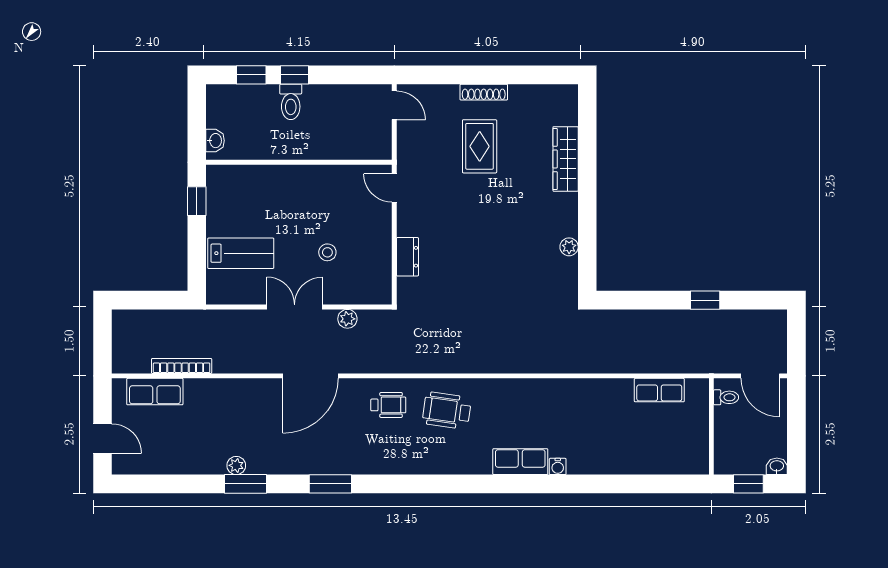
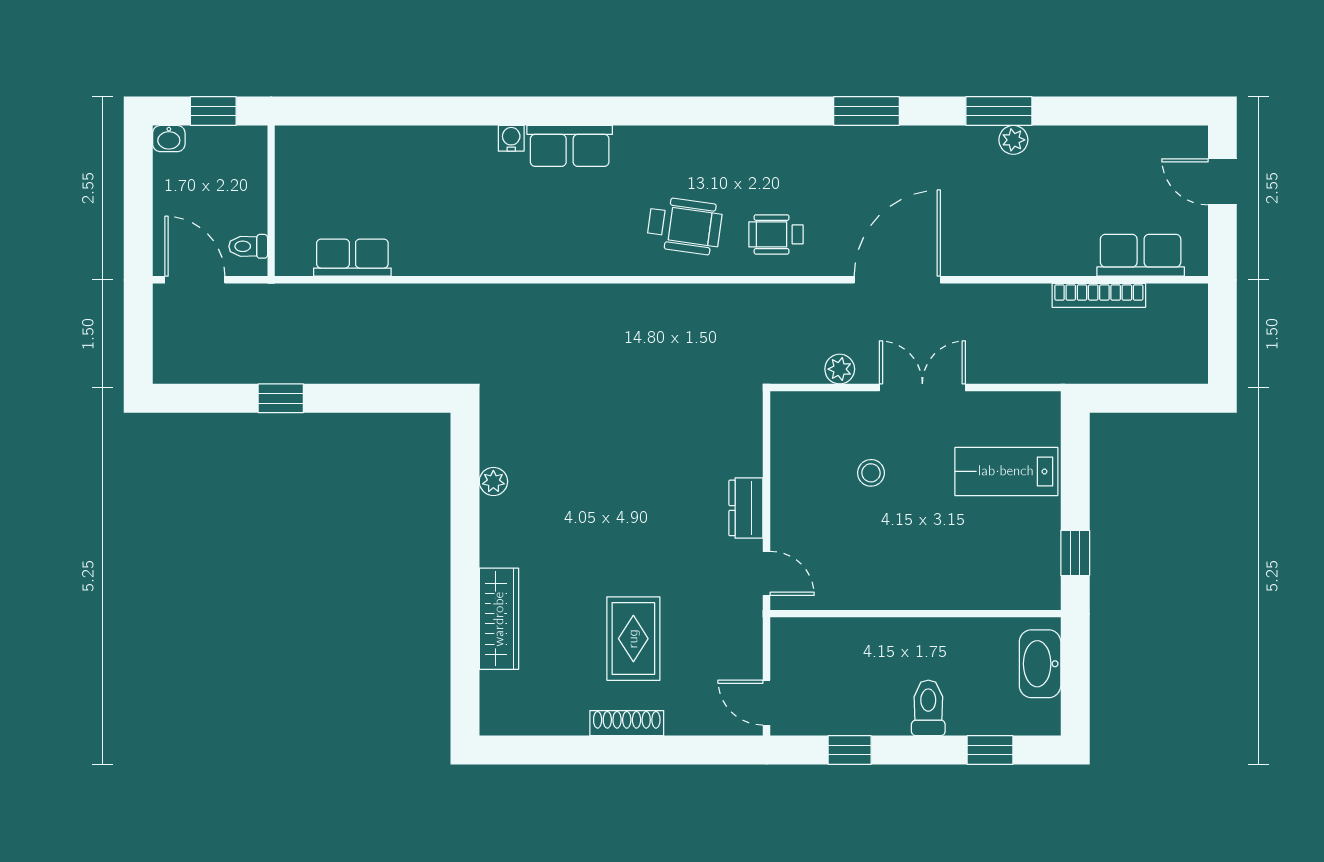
window: (294, 75) -> (850, 750), moved
washbasin: (215, 141) -> (1040, 664), width x1.91, depth x1.45
dresser: (407, 257) -> (746, 508), moved
double door: (295, 307) -> (922, 387), swing flipped

